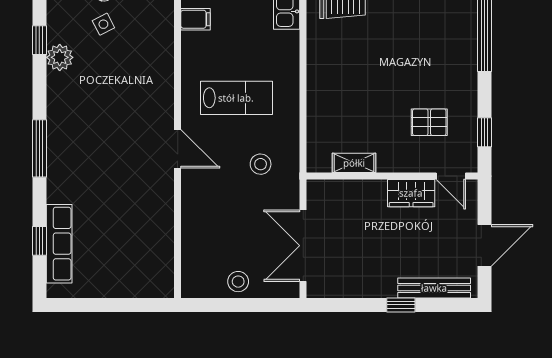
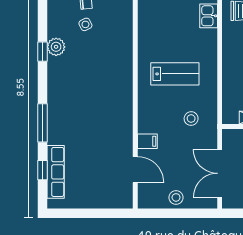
filing cabinet: (195, 19) -> (147, 141), moved
window: (39, 40) -> (42, 52), moved
window: (39, 148) -> (42, 123), moved
door: (178, 149) -> (135, 170), moved

